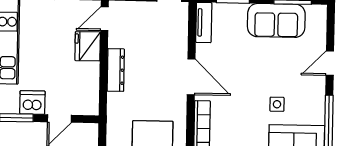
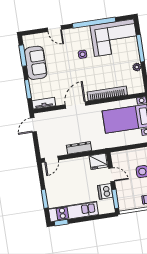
door: (104, 19) -> (51, 159), hinge flipped
fridge: (88, 46) -> (98, 161), moved

